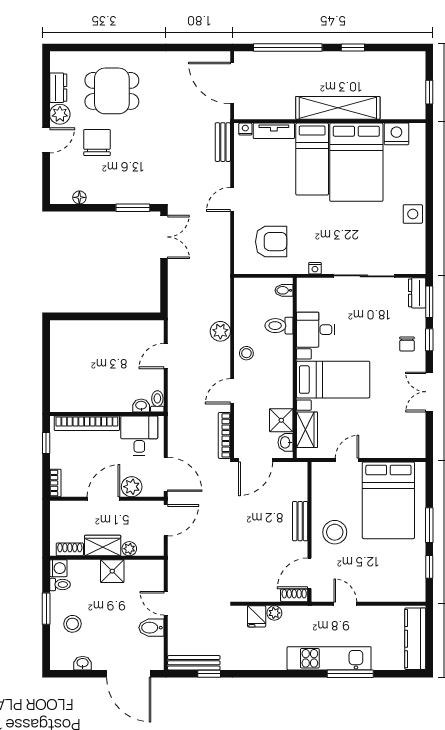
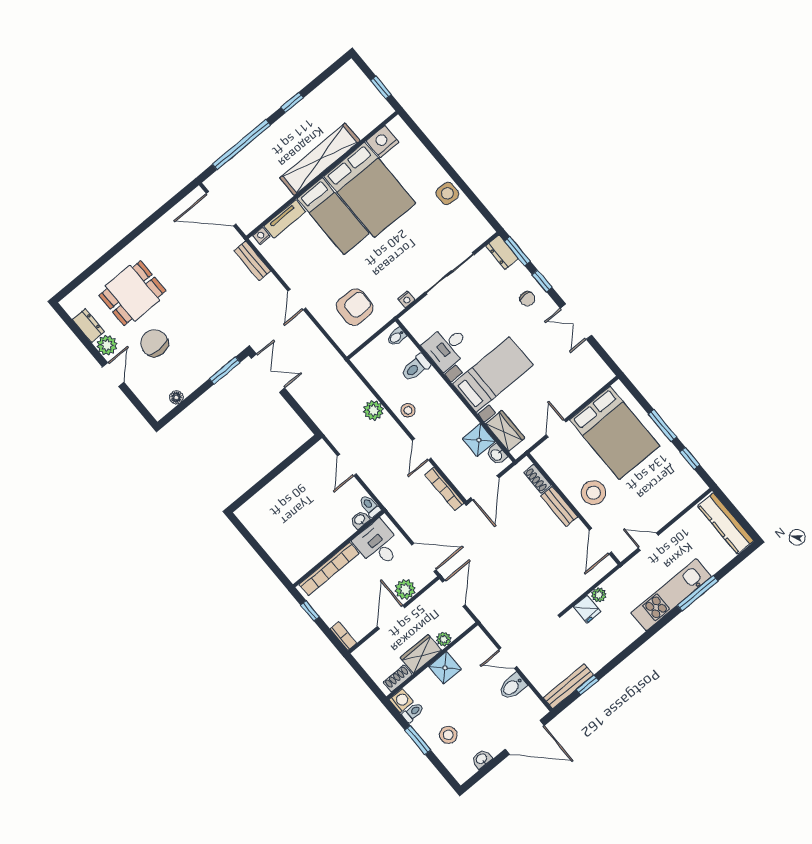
shoe rack: (294, 595) -> (537, 479), moved, turned -90

